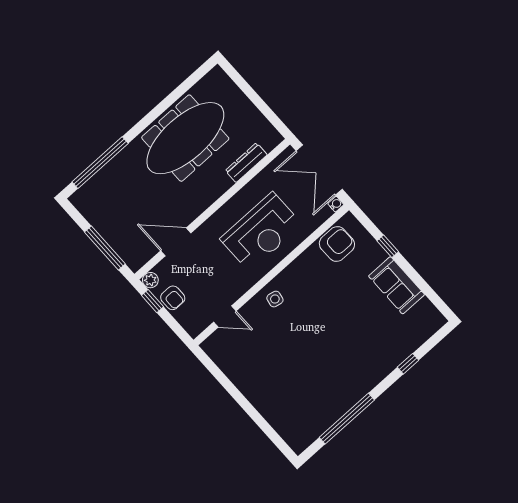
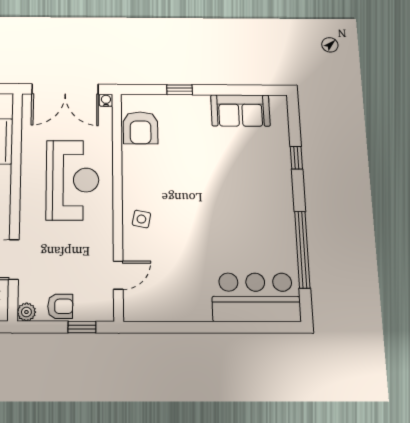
armchair: (337, 244) -> (140, 128), turned 180
sofa: (397, 285) -> (240, 110), moved
window: (153, 301) -> (82, 327), moved
bar counter: (289, 415) -> (256, 297), added

